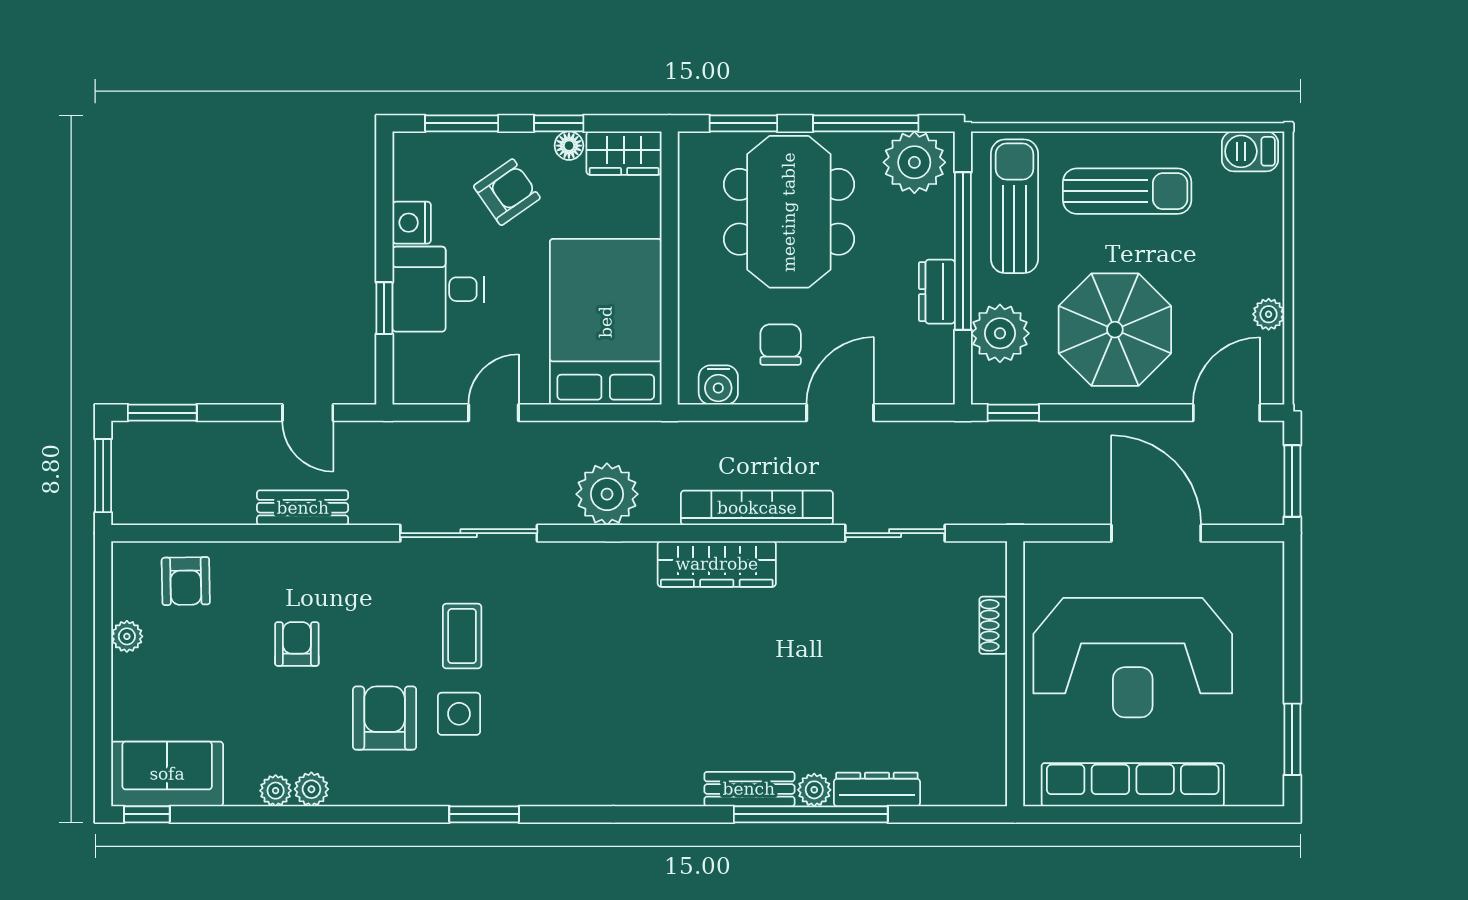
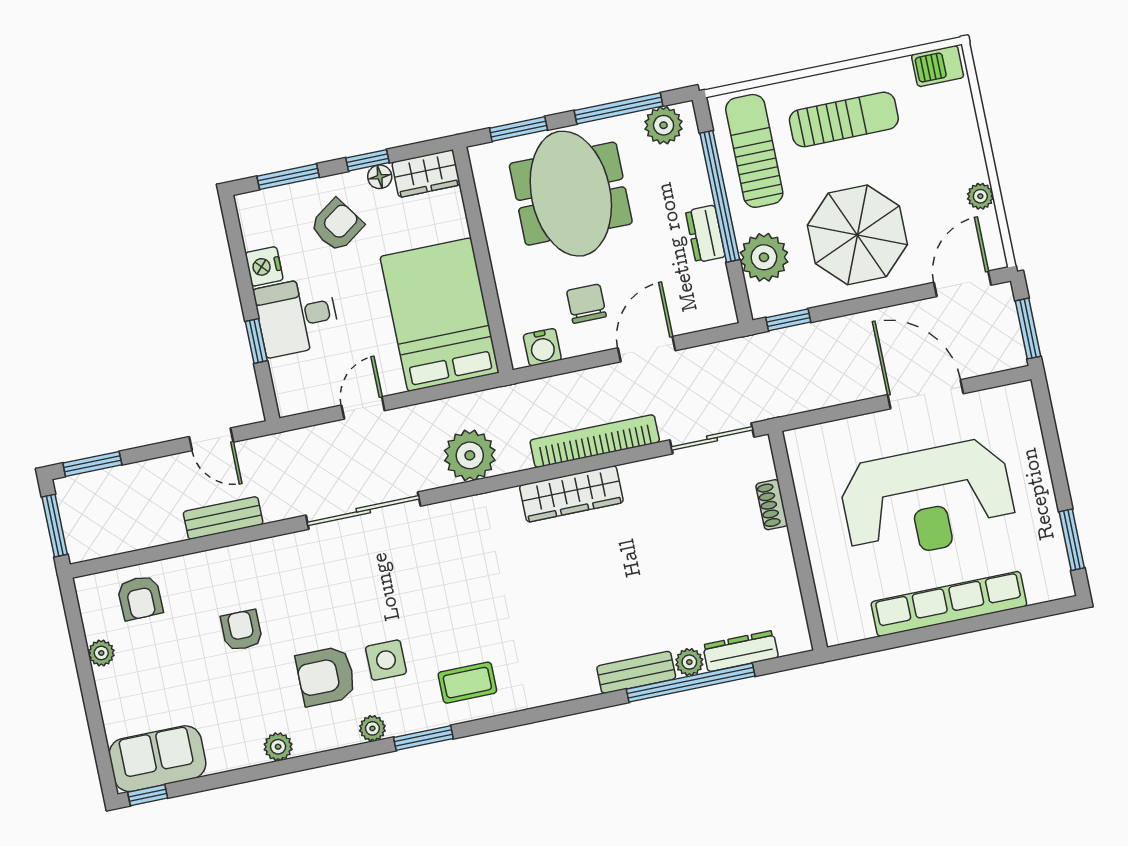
plant: (914, 162) -> (664, 125), width x0.73, depth x0.73
shoe rack: (993, 625) -> (772, 505), moved
coffee table: (462, 636) -> (467, 683), moved, turned 90
wall: (1015, 674) -> (798, 541), moved
armchair: (385, 718) -> (326, 676), turned -90
plant: (276, 791) -> (372, 728), moved

